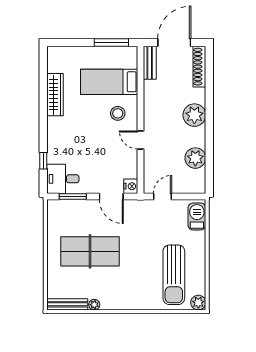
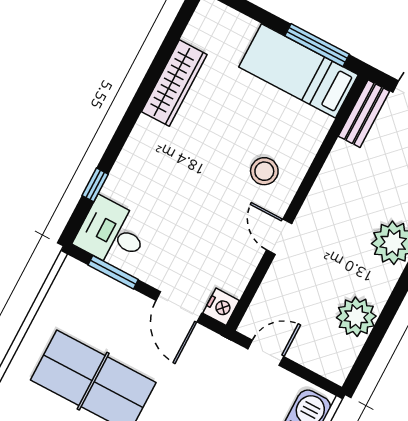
bed: (109, 82) -> (299, 71), moved

